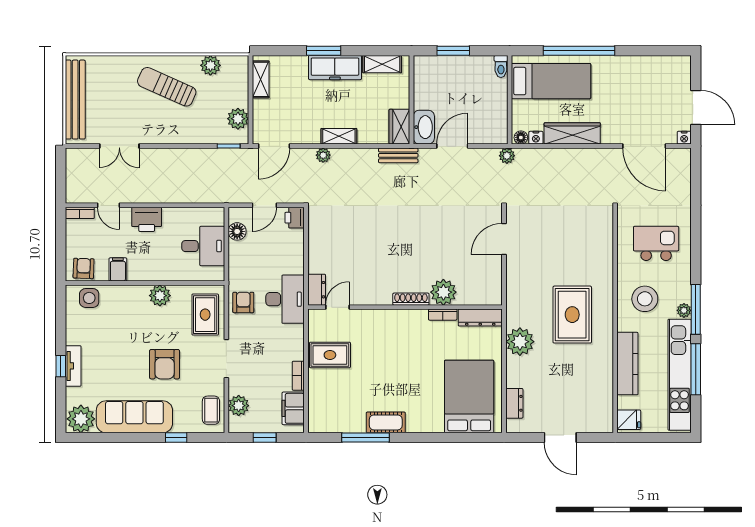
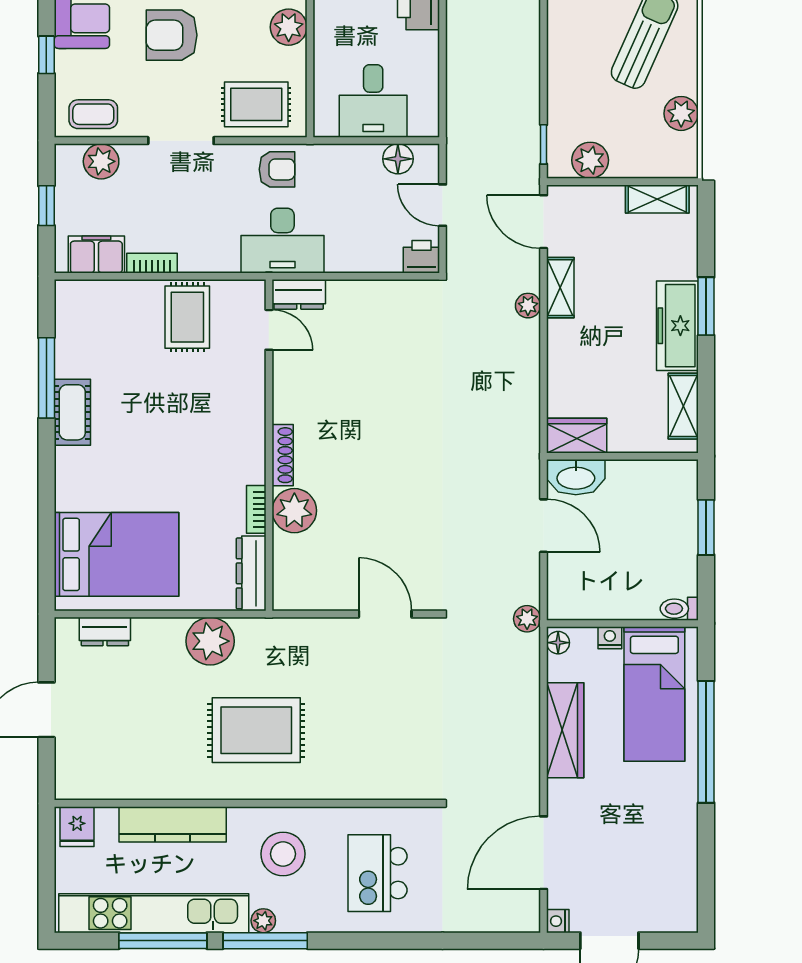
shelving: (339, 136) -> (560, 288), moved
nightstand: (536, 138) -> (610, 638), moved, turned 90
bench: (398, 155) -> (528, 434), removed
kitchen island: (656, 243) -> (378, 873), turned 180

